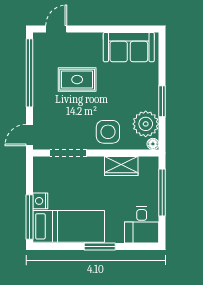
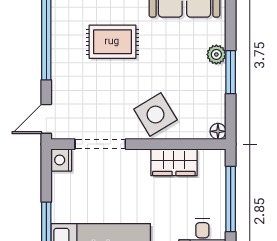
plant: (146, 124) -> (216, 54), moved, width x0.53, depth x0.53
side table: (108, 132) -> (155, 115), turned -31
nightstand: (40, 201) -> (61, 160), moved

